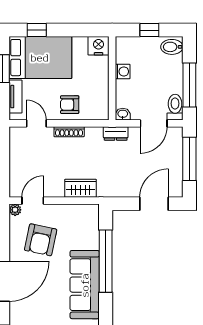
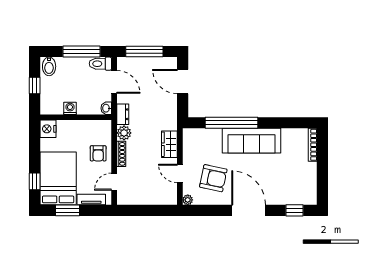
plant: (94, 135) -> (124, 133), added
door: (33, 201) -> (180, 173), moved

